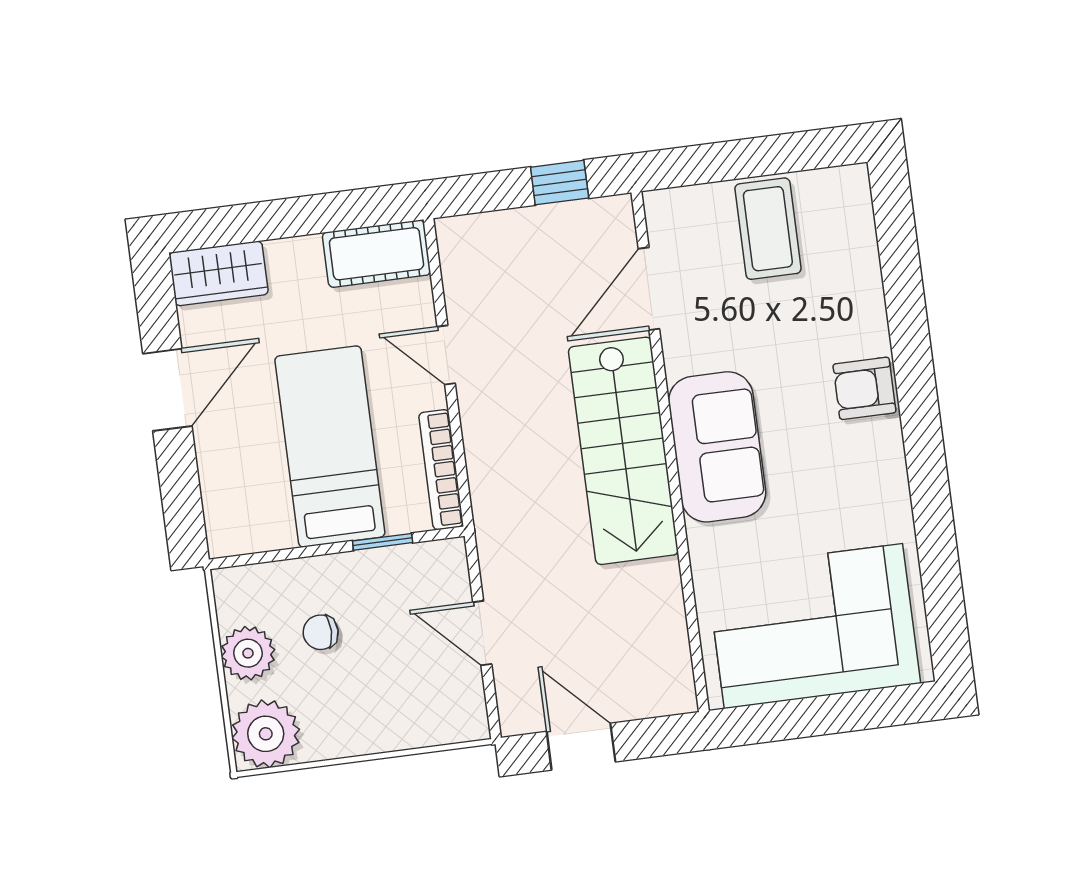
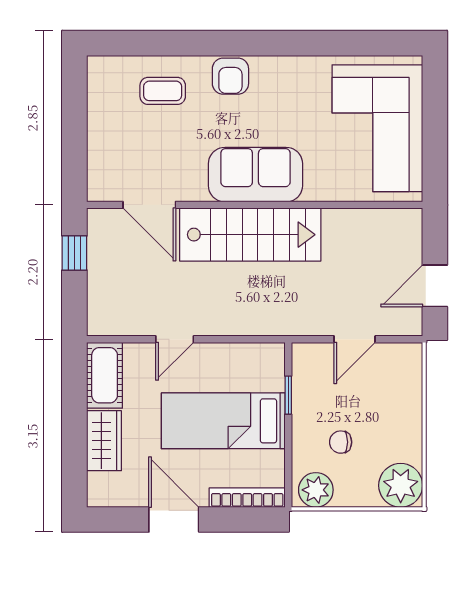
coffee table: (768, 229) -> (163, 91), moved, width x0.73, depth x0.77
wardrobe: (219, 273) -> (104, 441), moved
bookcase: (441, 470) -> (247, 498), moved, turned 180
chair: (321, 632) -> (341, 442), turned 90
plant: (248, 653) -> (316, 490), moved

